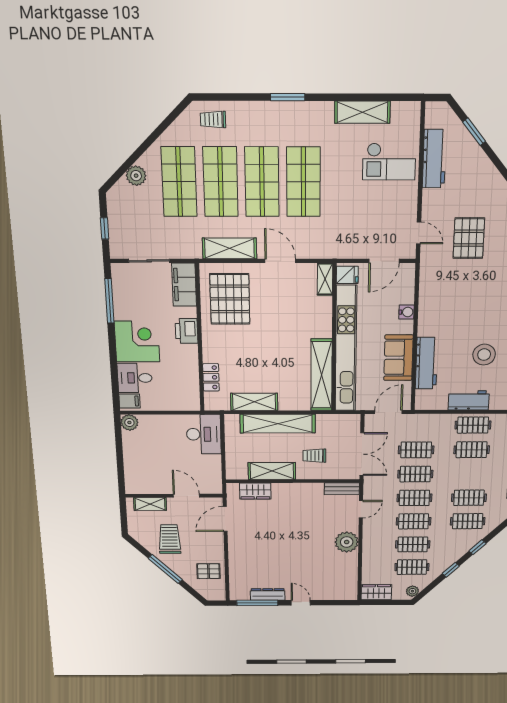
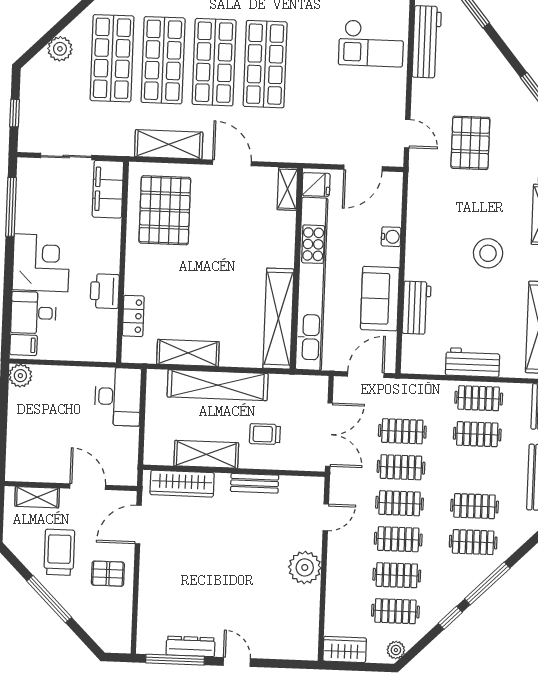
printer: (187, 331) -> (105, 291), moved
stool: (484, 355) -> (488, 253), moved
workbench: (426, 363) -> (417, 308), width x0.73
bench: (342, 489) -> (255, 483), moved
wardrobe: (255, 491) -> (182, 484), width x1.50
window: (477, 547) -> (487, 583), width x2.17
pallet: (209, 571) -> (108, 574), moved

